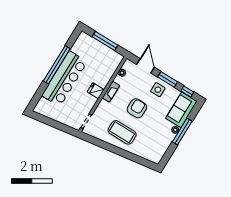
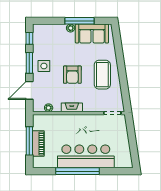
piano: (98, 47) -> (38, 144), added
fridge: (96, 91) -> (79, 122), removed
armchair: (137, 108) -> (72, 75), turned -90
sofa: (181, 110) -> (92, 34), moved
window: (182, 131) -> (79, 21), moved

